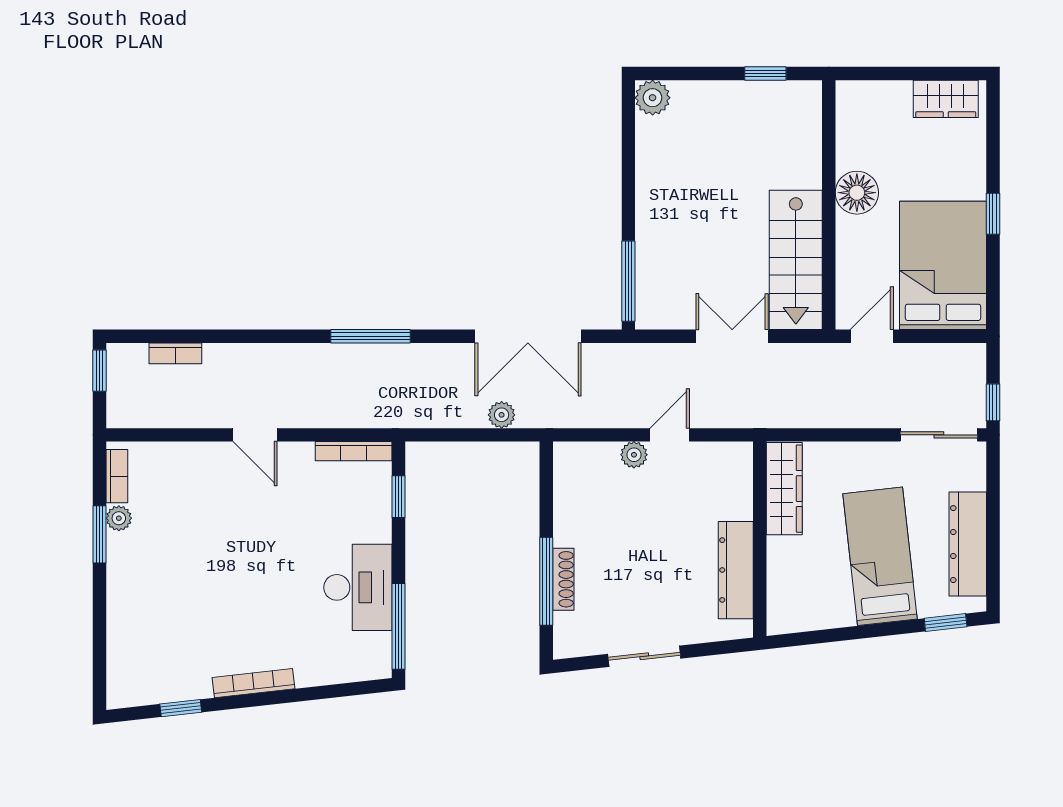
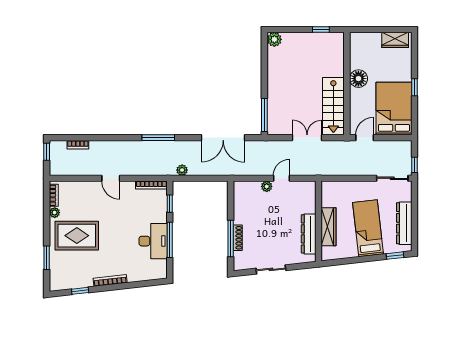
plant: (502, 415) -> (182, 170), moved
wardrobe: (784, 489) -> (329, 227), moved
window: (100, 534) -> (47, 258), moved
rug: (173, 574) -> (77, 236), added
window: (398, 626) -> (170, 240), moved

